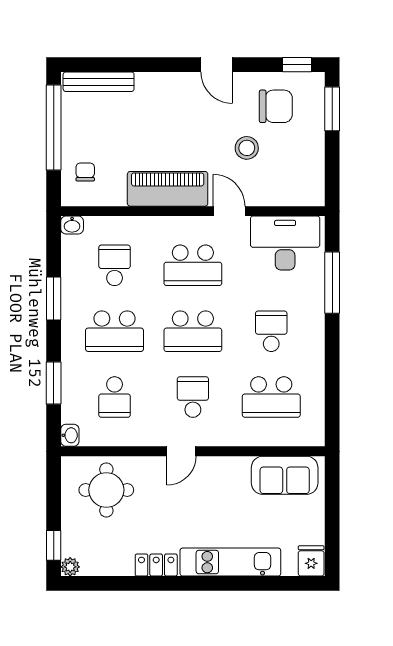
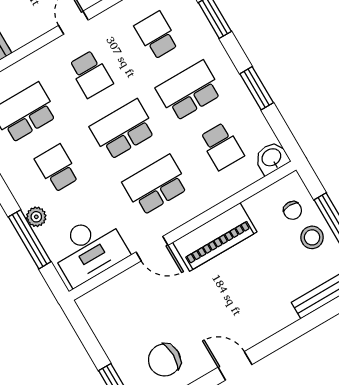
stool: (247, 148) -> (312, 237), moved
washbasin: (72, 225) -> (272, 158), width x1.38, depth x1.45
plant: (315, 299) -> (36, 217), added
school desk: (271, 331) -> (57, 168), turned 180

